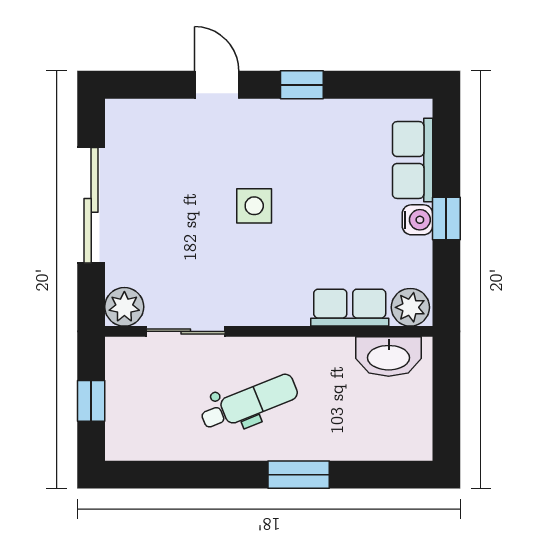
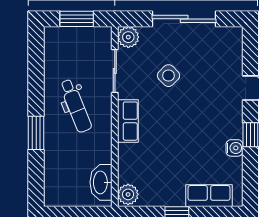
side table: (254, 206) -> (169, 76), moved, turned 45
water cooler: (417, 220) -> (234, 148), moved, turned -90
row of seats: (350, 308) -> (128, 121), moved
window: (91, 401) -> (77, 19), width x1.50

